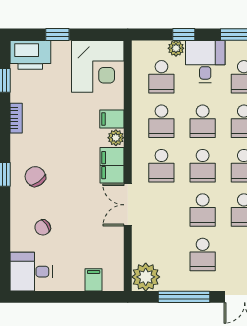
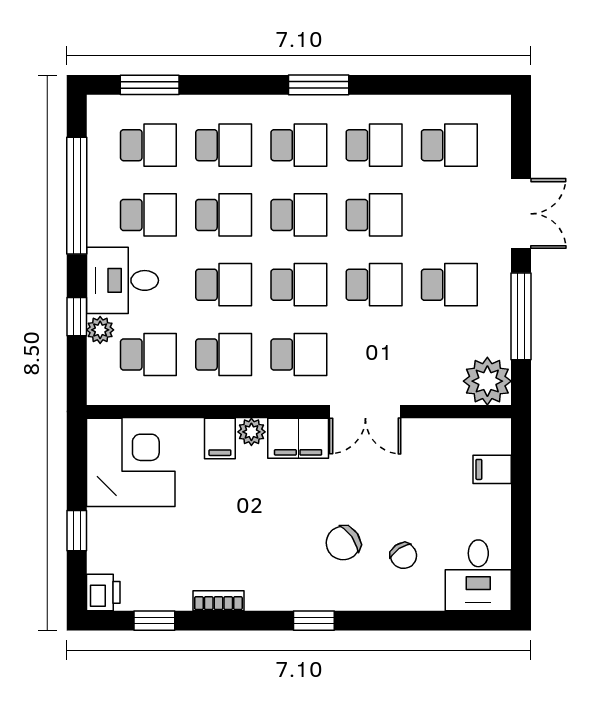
printer: (30, 55) -> (103, 592), width x0.53, depth x0.68
chair: (35, 177) -> (343, 543), moved

